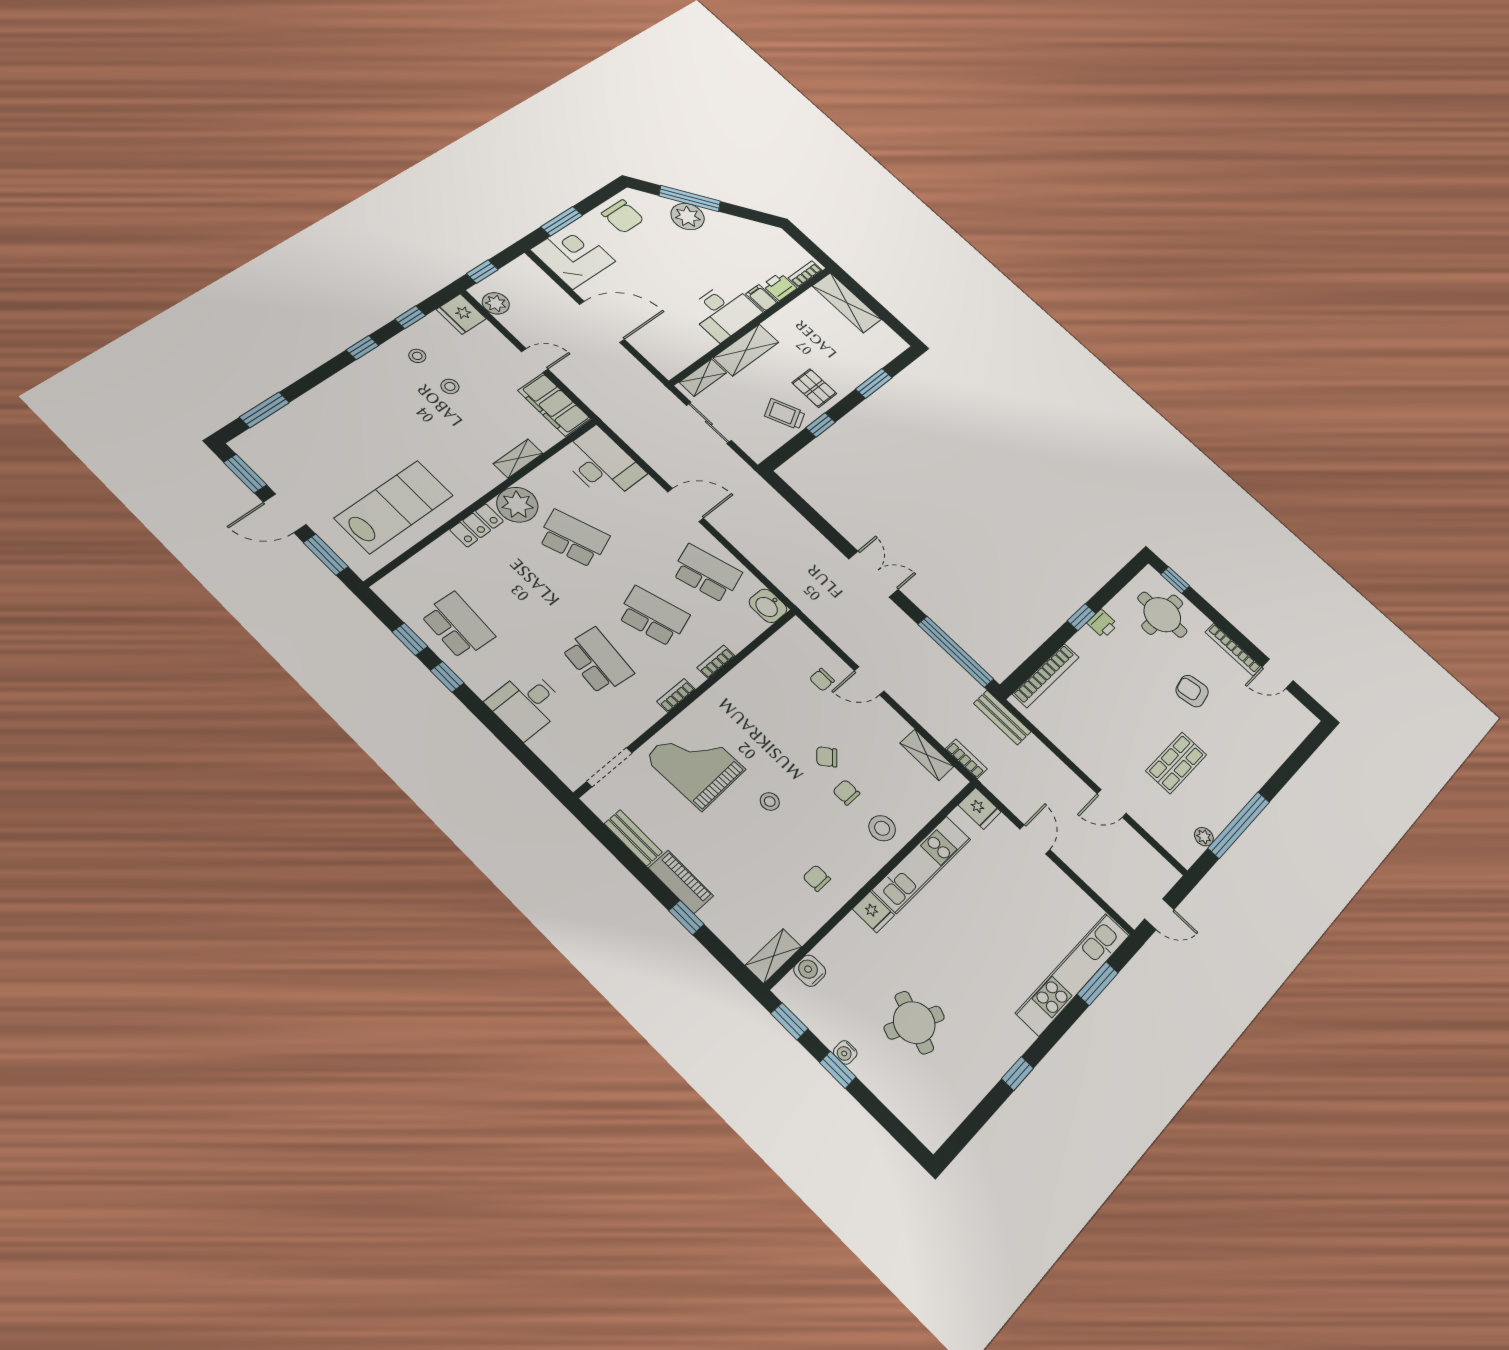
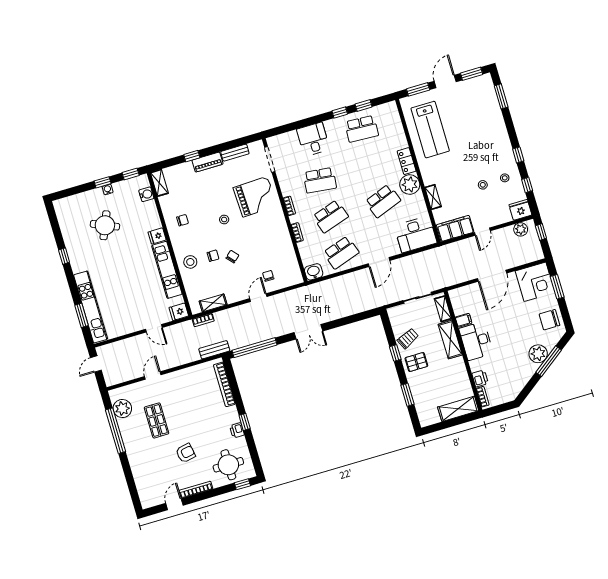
filing cabinet: (762, 298) -> (464, 320), moved
plant: (1204, 837) -> (122, 409), width x1.88, depth x1.88

